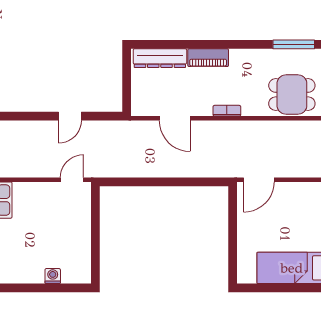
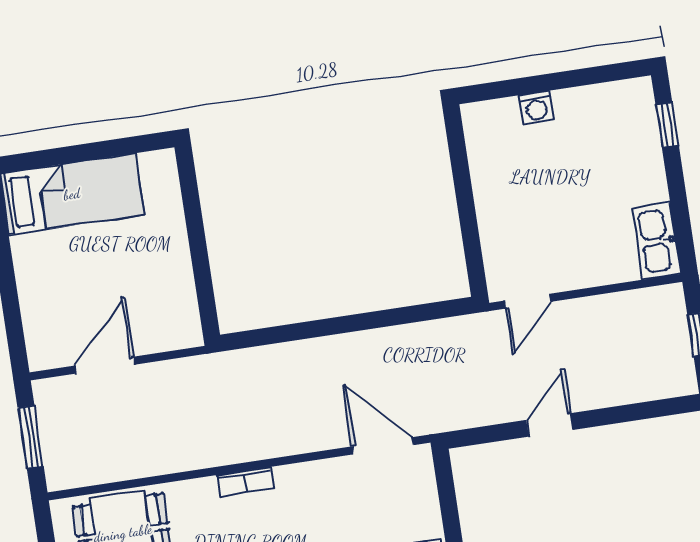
door: (175, 118) -> (383, 446), moved
door: (259, 180) -> (105, 365), moved

